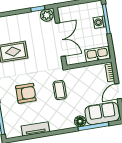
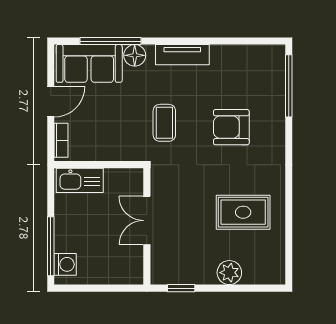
plant: (47, 15) -> (229, 273), moved
washing machine: (99, 22) -> (65, 264), moved
double door: (60, 40) -> (147, 221), width x0.73
tv unit: (35, 129) -> (182, 55), moved

